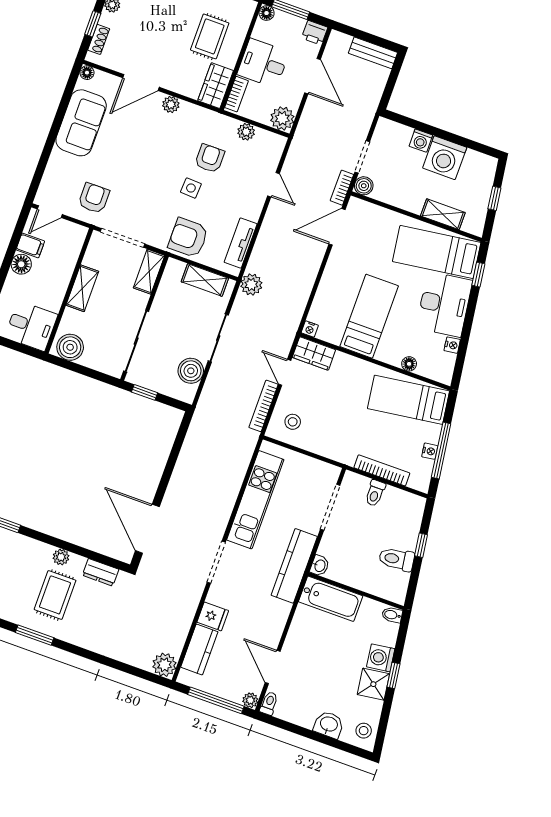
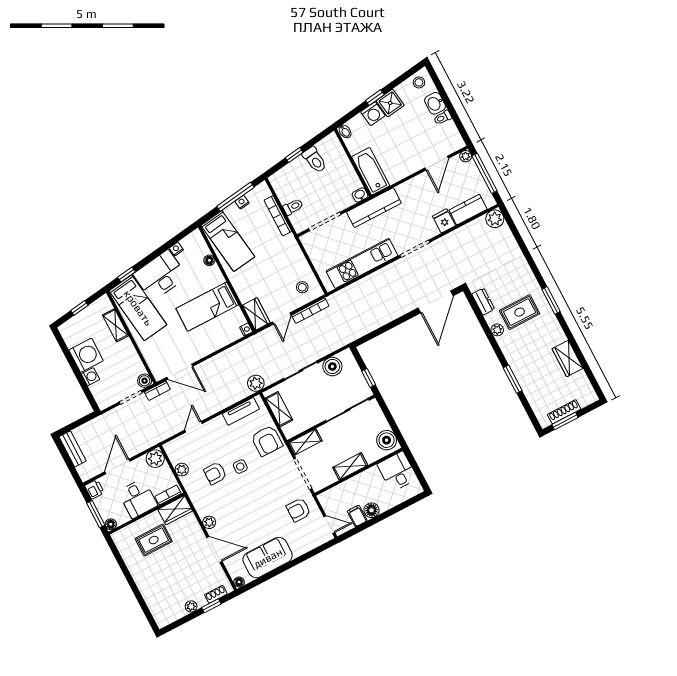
toilet: (269, 703) -> (443, 118), moved

